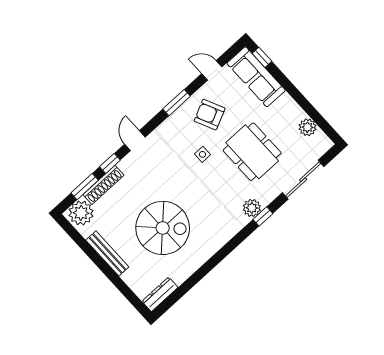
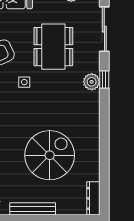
dining table: (252, 152) -> (53, 47), turned 90

